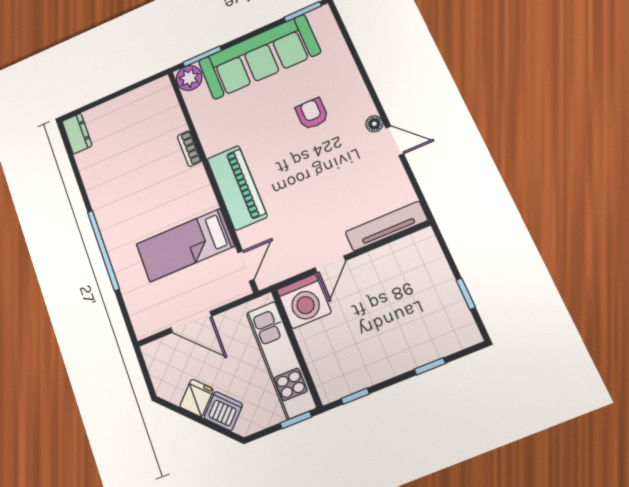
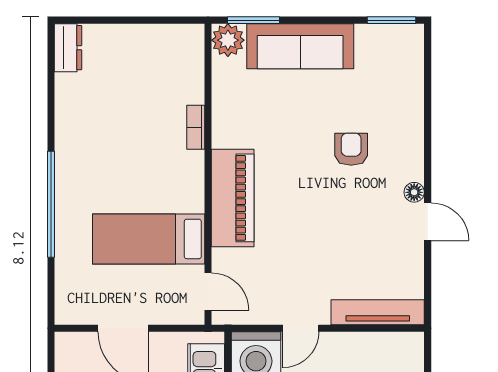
sofa: (259, 57) -> (300, 46), width x0.74, depth x0.79
door: (246, 266) -> (208, 292), hinge flipped

